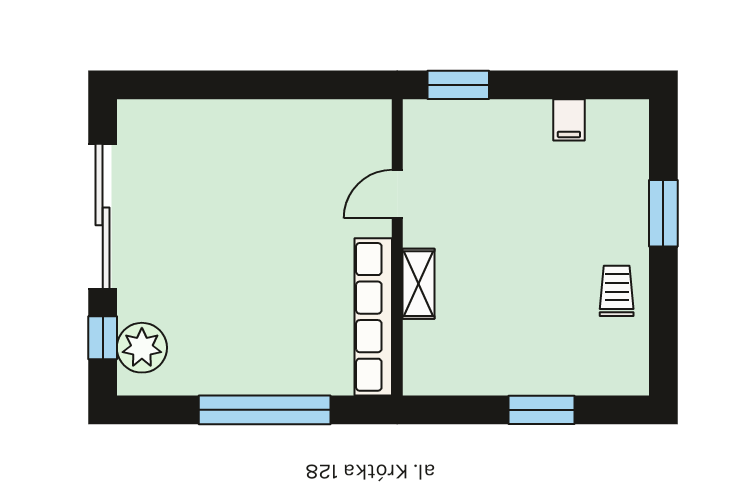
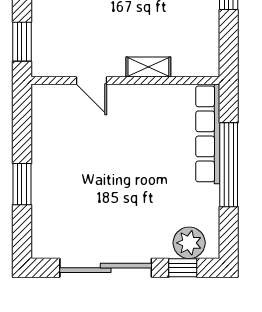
window: (234, 85) -> (22, 184), added
row of seats: (373, 317) -> (208, 134), moved, turned 90

